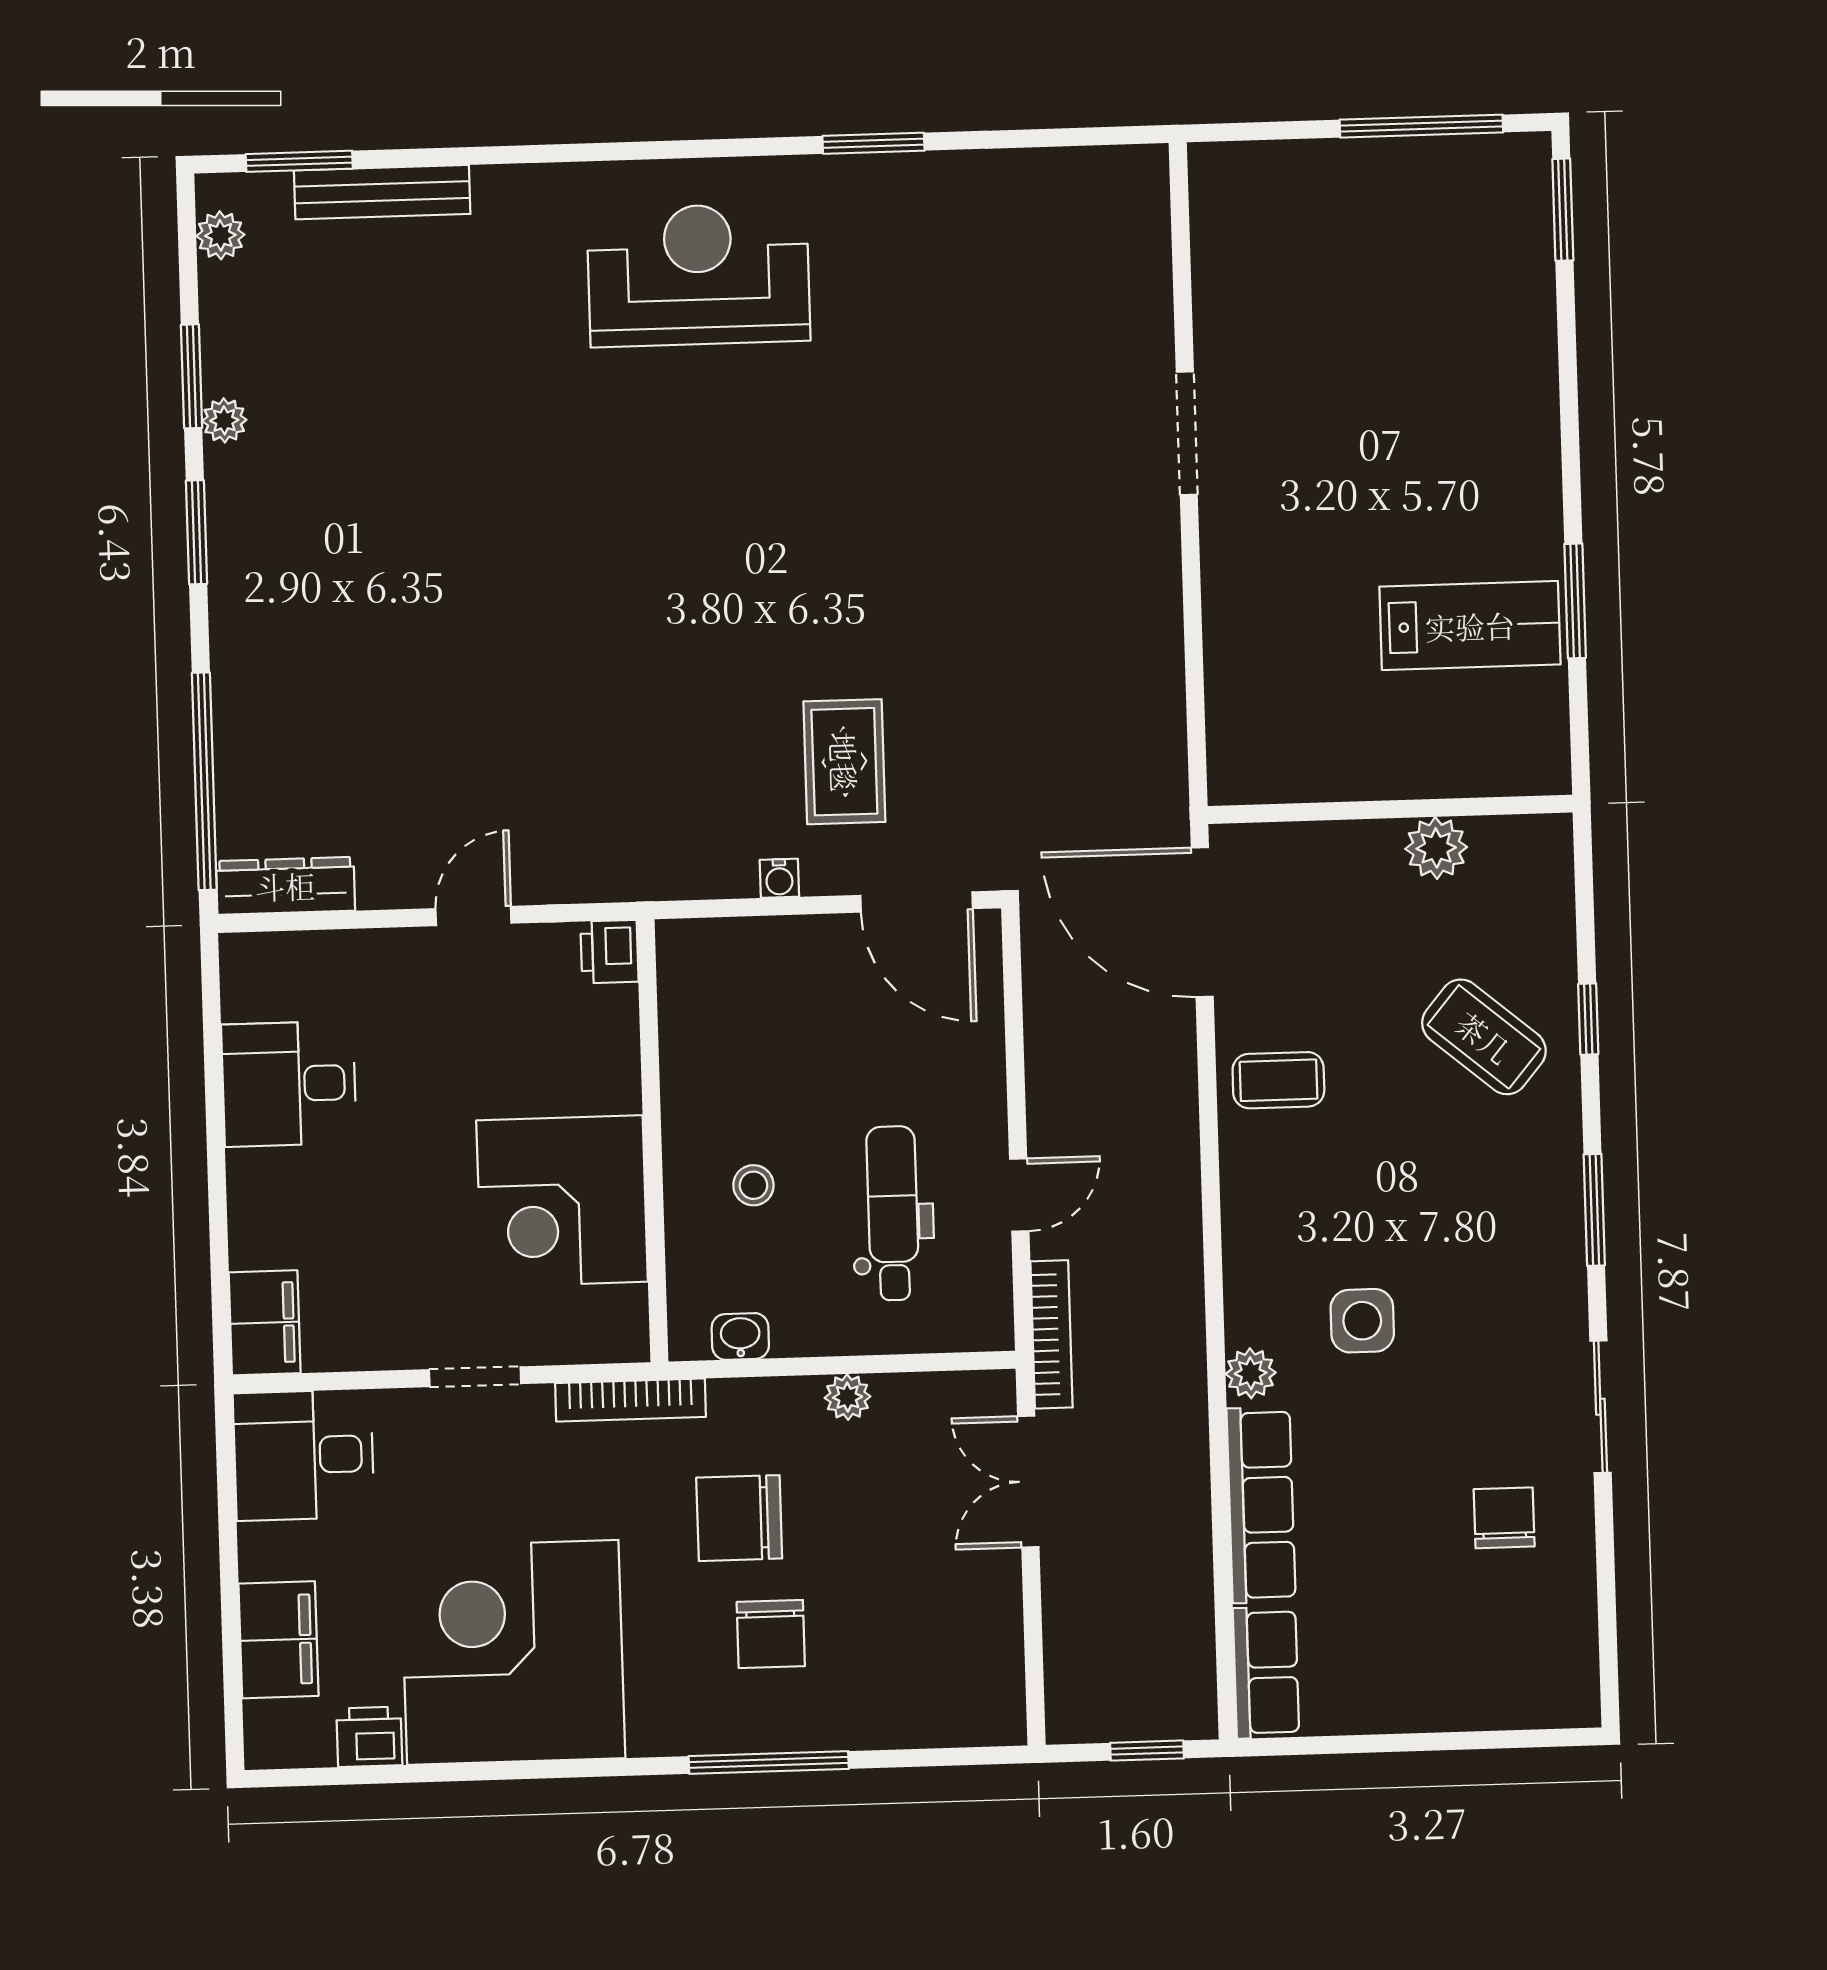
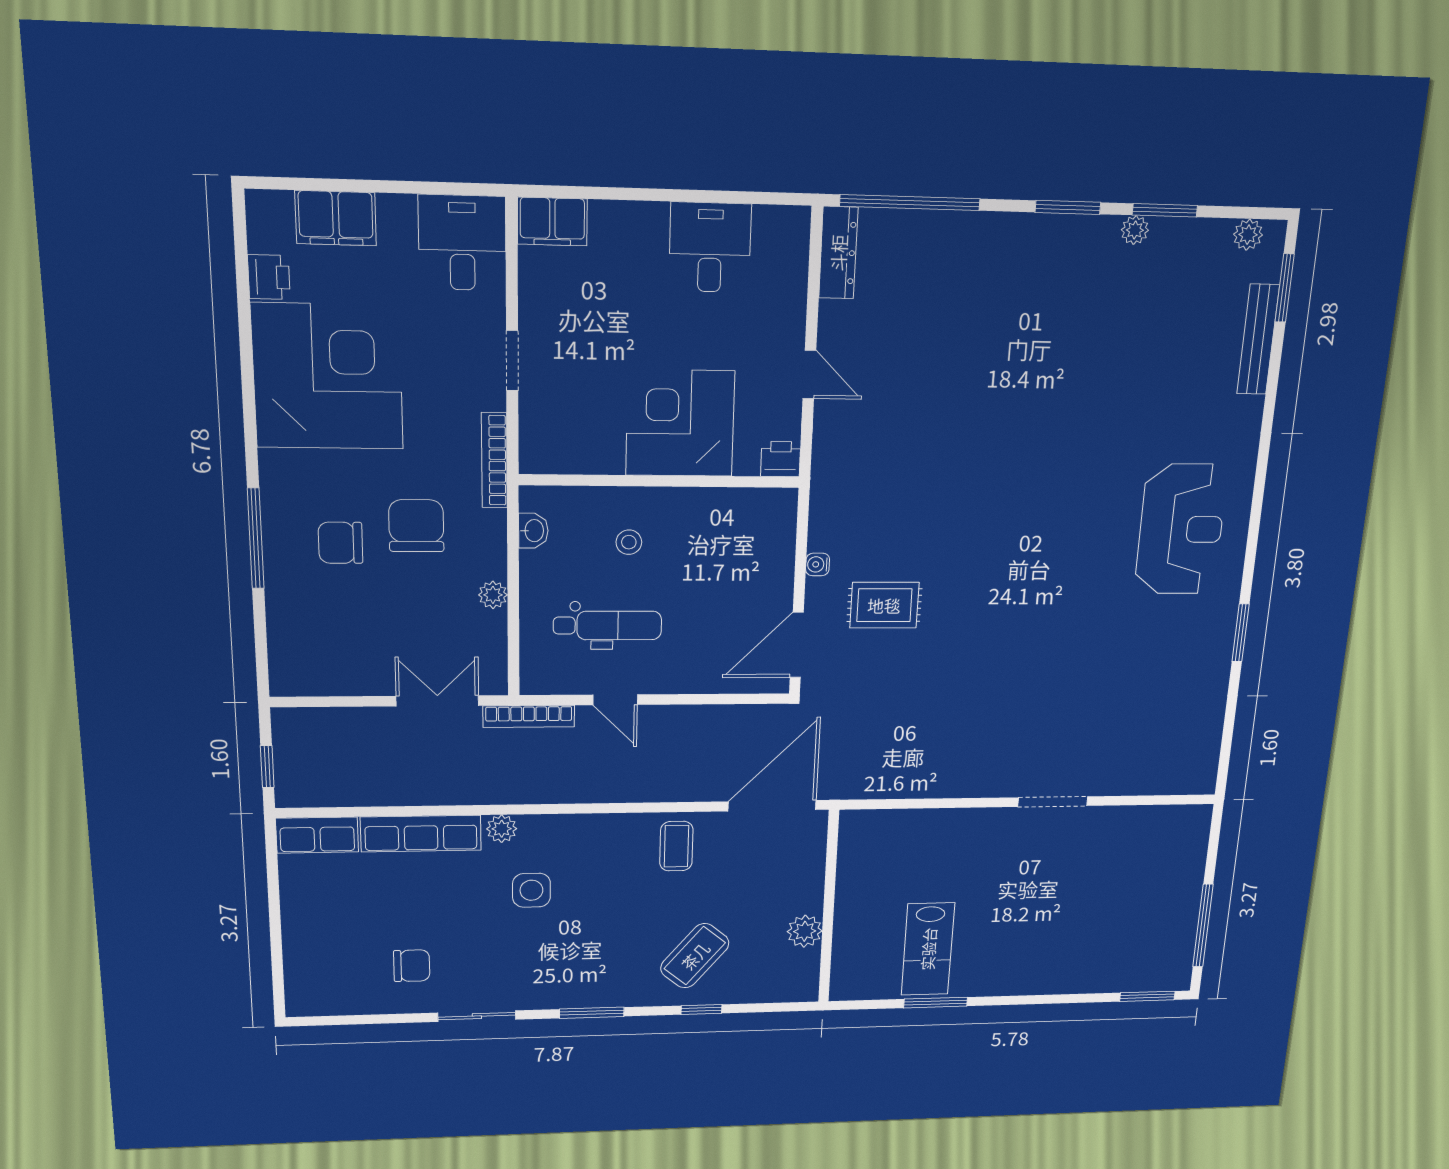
corner desk: (562, 1201) -> (680, 423), moved

